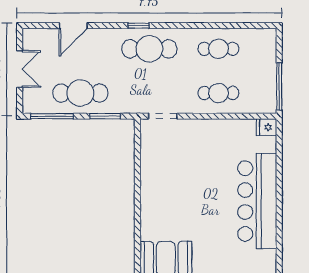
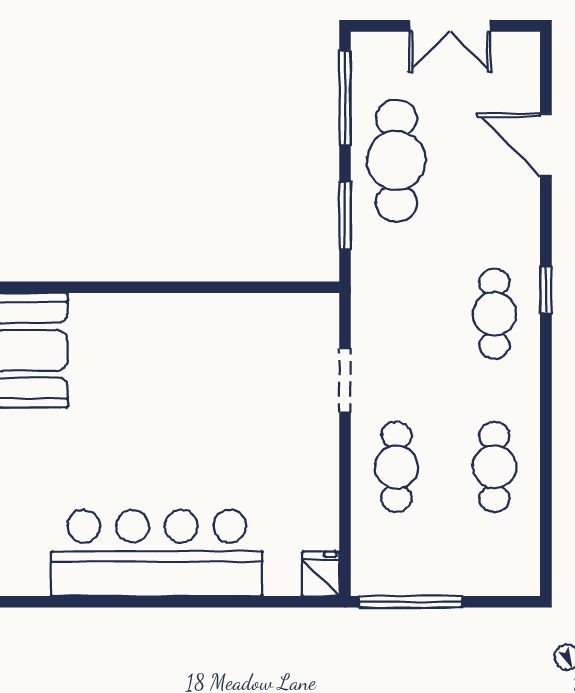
cafe table: (149, 49) -> (494, 314), width x0.73, depth x0.74
doorway: (163, 116) -> (345, 380), moved

